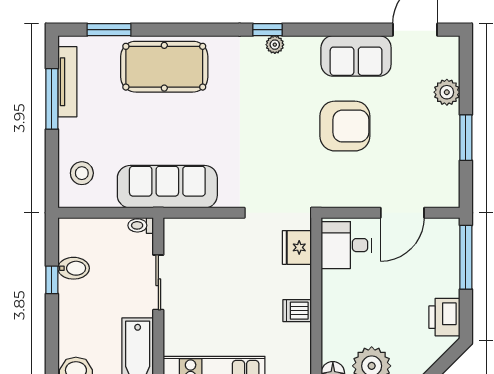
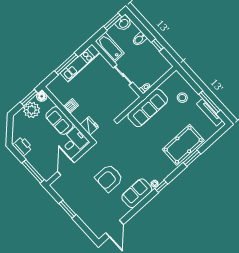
window: (109, 30) -> (192, 158), moved
sofa: (356, 56) -> (137, 193), moved
plant: (447, 92) -> (87, 218), removed
stool: (82, 173) -> (182, 98), moved
bidet: (74, 268) -> (139, 39), moved
sofa: (340, 303) -> (60, 121), added

